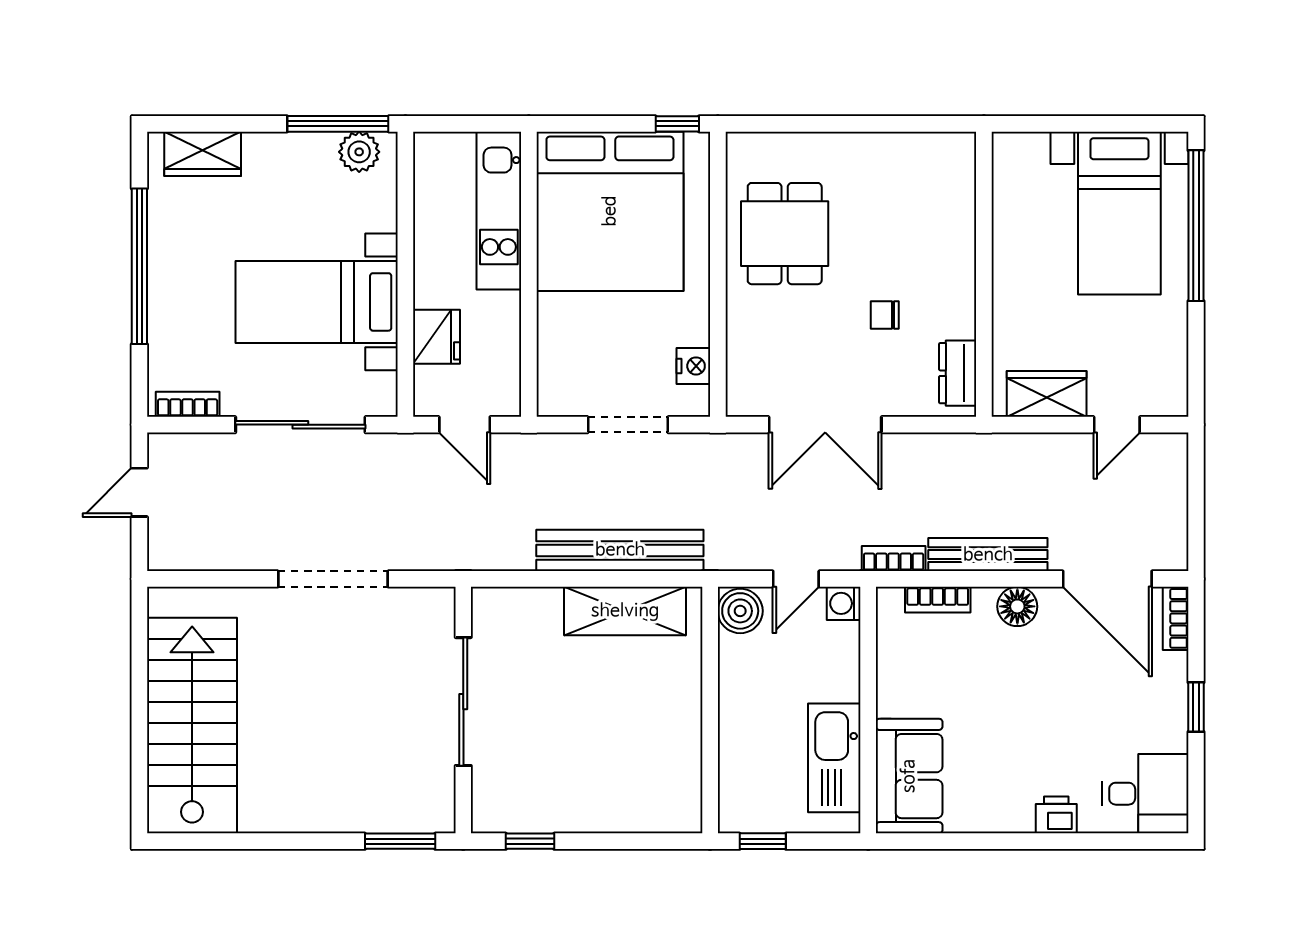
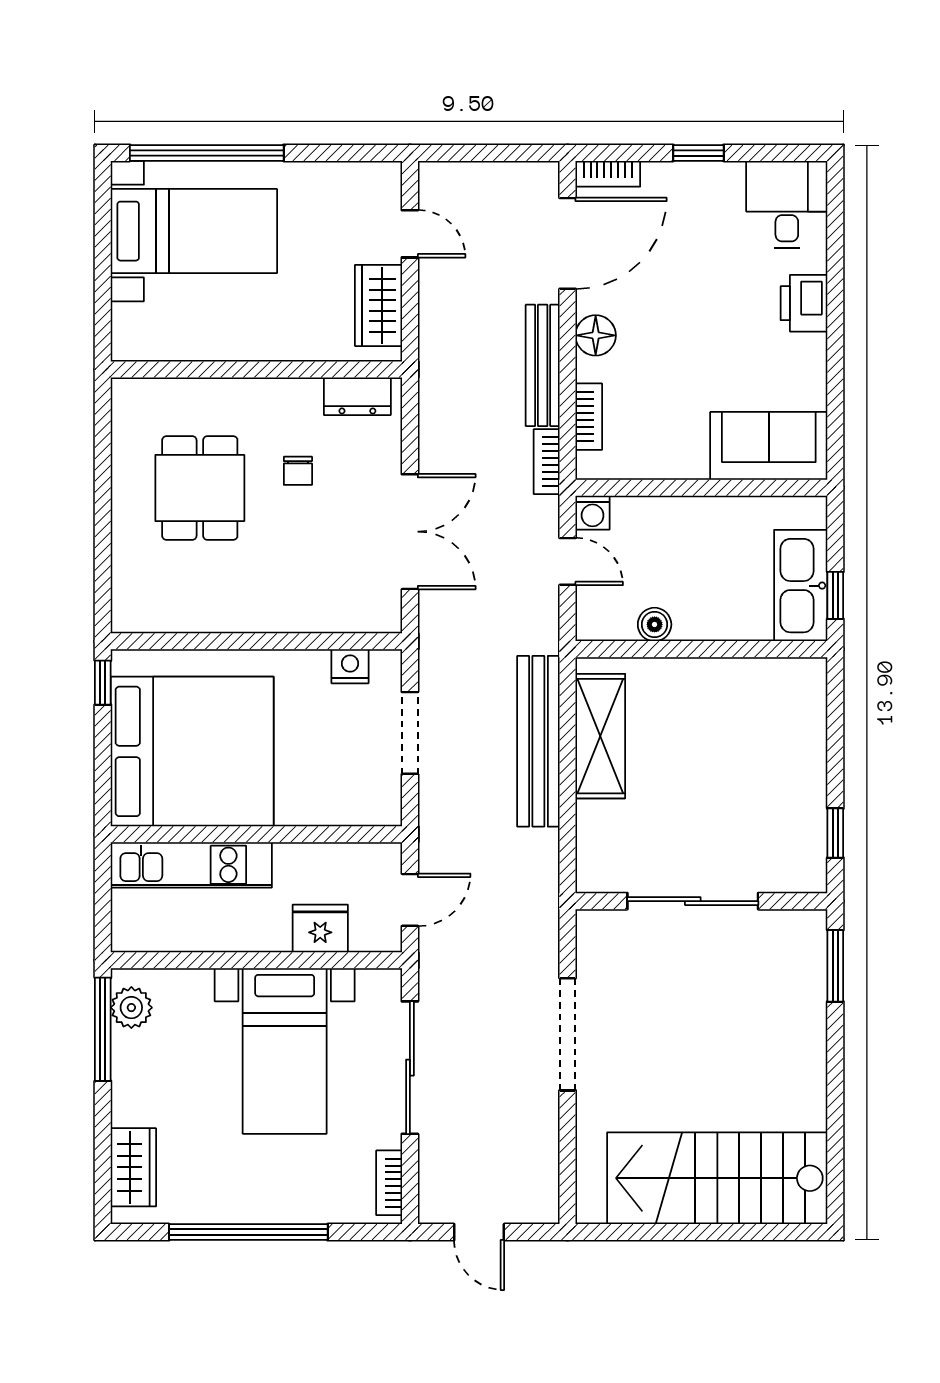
dining table: (785, 234) -> (200, 488), moved, turned 90
boiler: (740, 611) -> (655, 624), moved, width x0.73, depth x0.73
kitchen sink: (834, 758) -> (801, 586), moved, turned 90
printer: (1056, 815) -> (804, 303), width x1.36, depth x1.24

